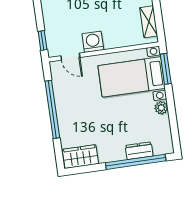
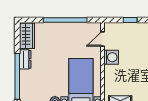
window: (43, 40) -> (130, 20), moved
dresser: (139, 151) -> (25, 59), moved

